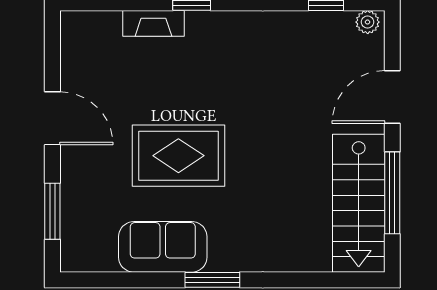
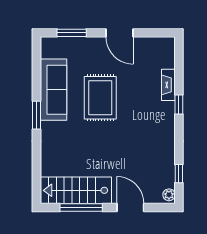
door: (52, 118) -> (120, 33), hinge flipped
sofa: (163, 247) -> (53, 90), width x1.36

